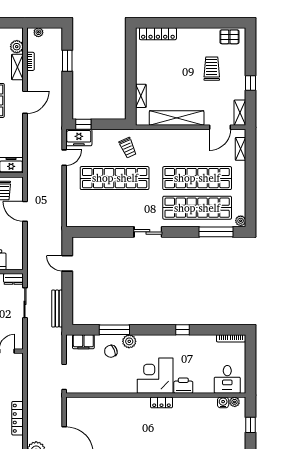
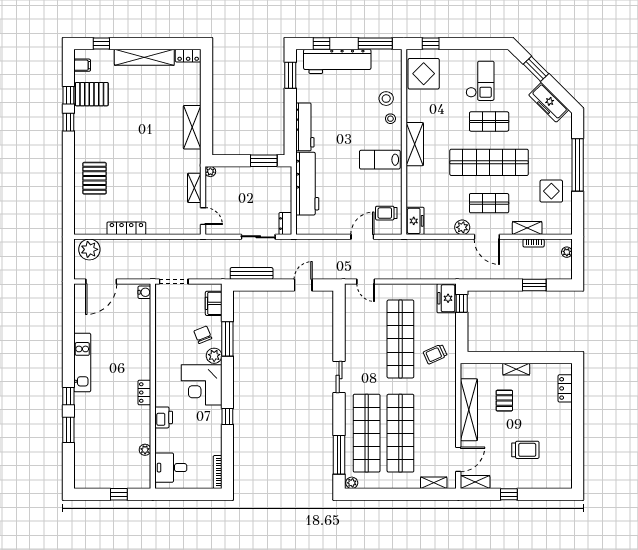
locker: (158, 34) -> (565, 388), width x0.66
pallet: (229, 37) -> (504, 401), moved
plant: (17, 47) -> (462, 227), moved
shelving: (141, 96) -> (516, 369), moved
door: (220, 127) -> (458, 459), swing flipped
door: (64, 158) -> (366, 281), moved
corner desk: (155, 376) -> (202, 385), moved, turned 180
water cooler: (223, 402) -> (144, 292), moved
plant: (235, 402) -> (145, 450), moved

